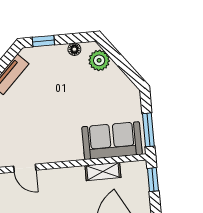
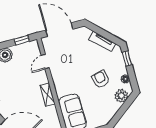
armchair: (68, 87) -> (101, 79), added
shelving: (103, 171) -> (47, 95), moved

